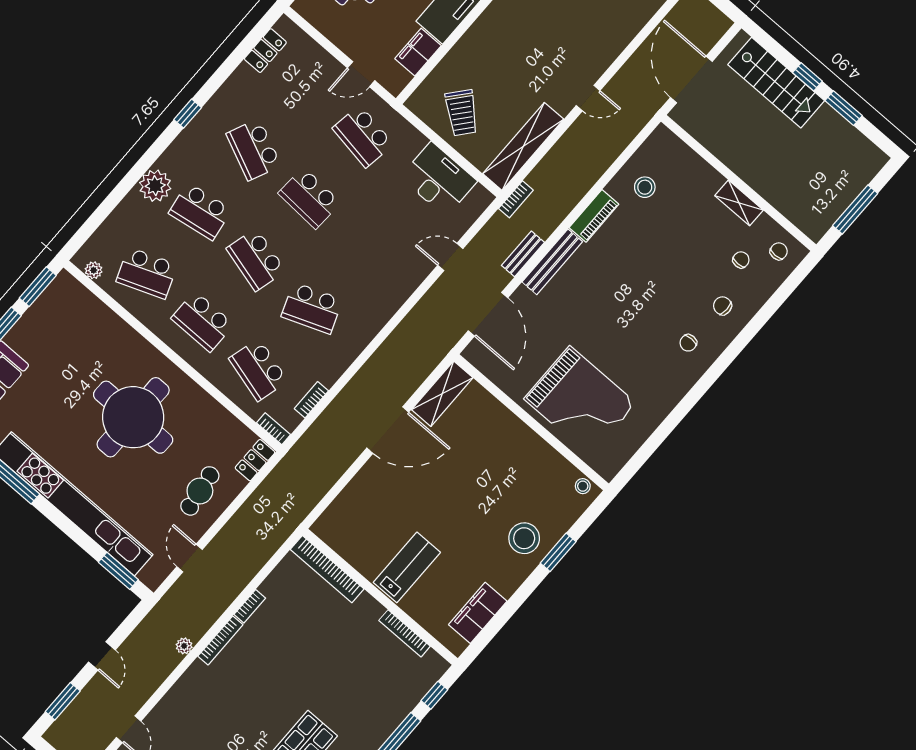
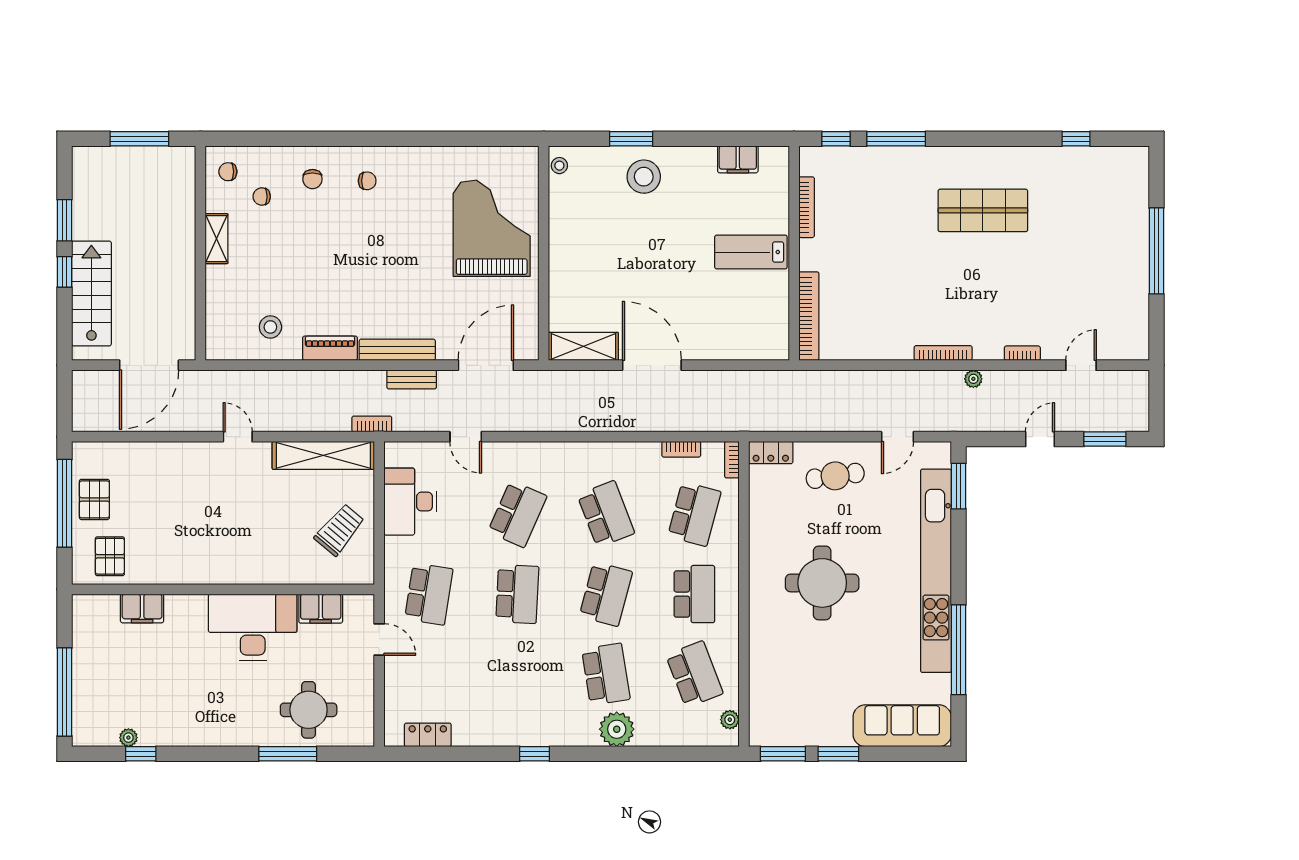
school desk: (254, 150) -> (517, 514), moved
round table: (133, 417) -> (822, 583), width x0.73, depth x0.73
bookcase: (250, 606) -> (1022, 353), moved
filing cabinet: (478, 613) -> (738, 159), width x0.67, depth x0.86

